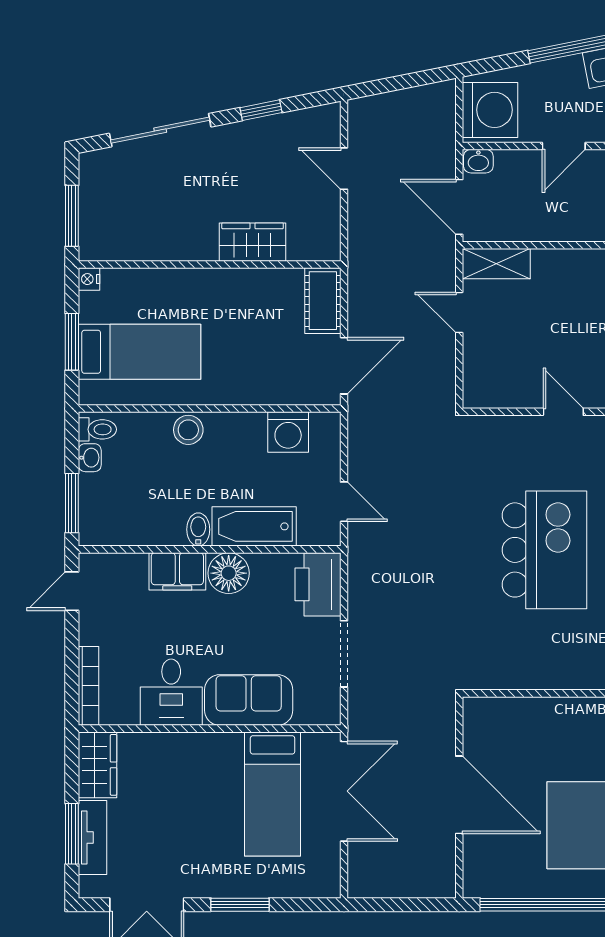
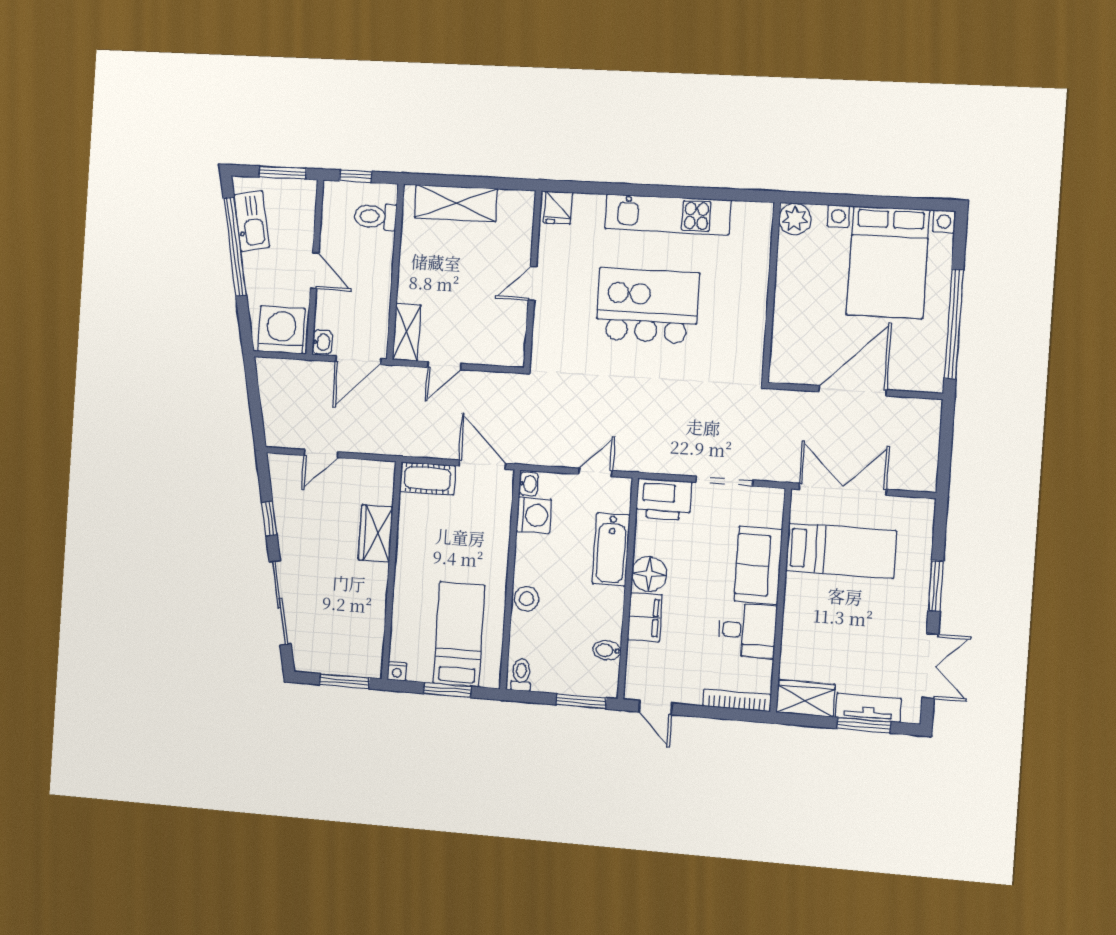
washbasin: (90, 458) -> (529, 484), moved, turned 90
bidet: (198, 529) -> (607, 650), moved

